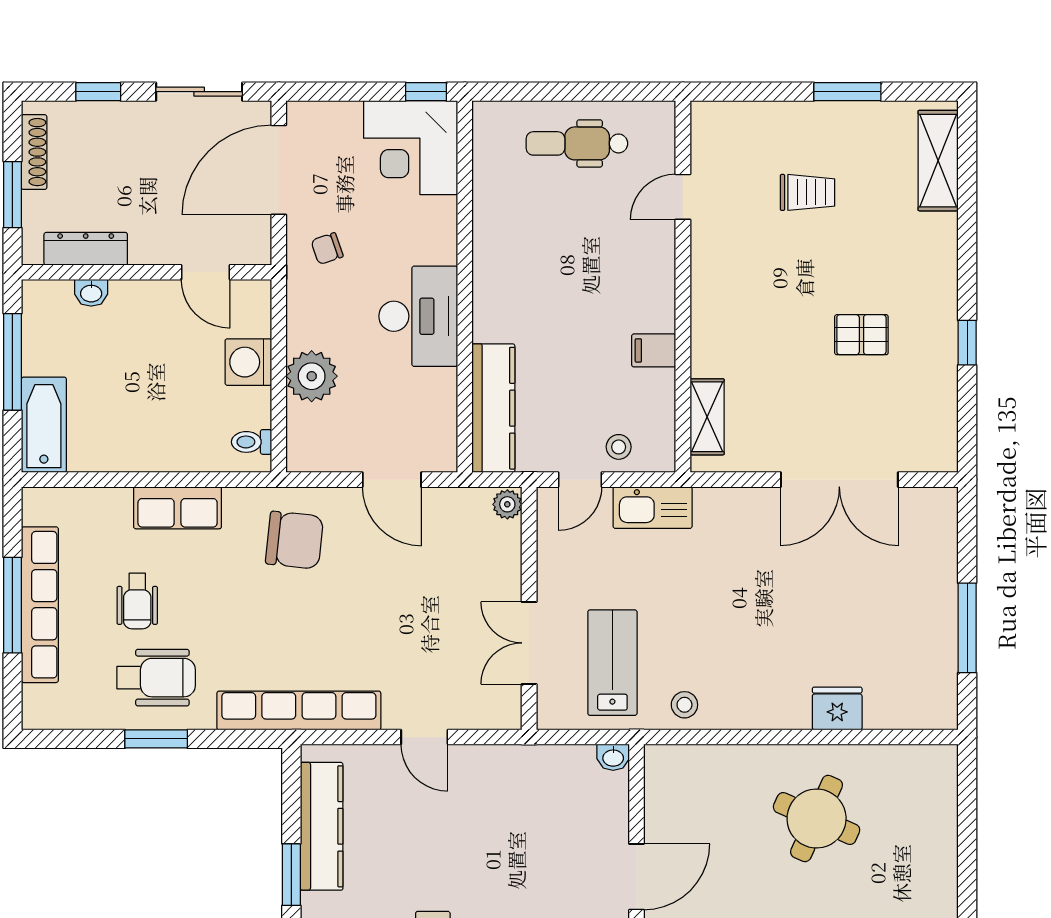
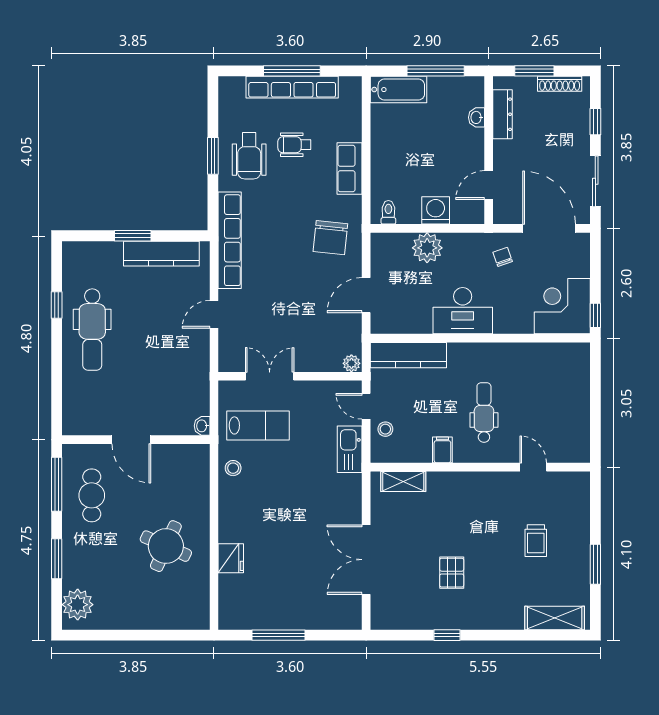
dental chair: (577, 143) -> (484, 413), moved

